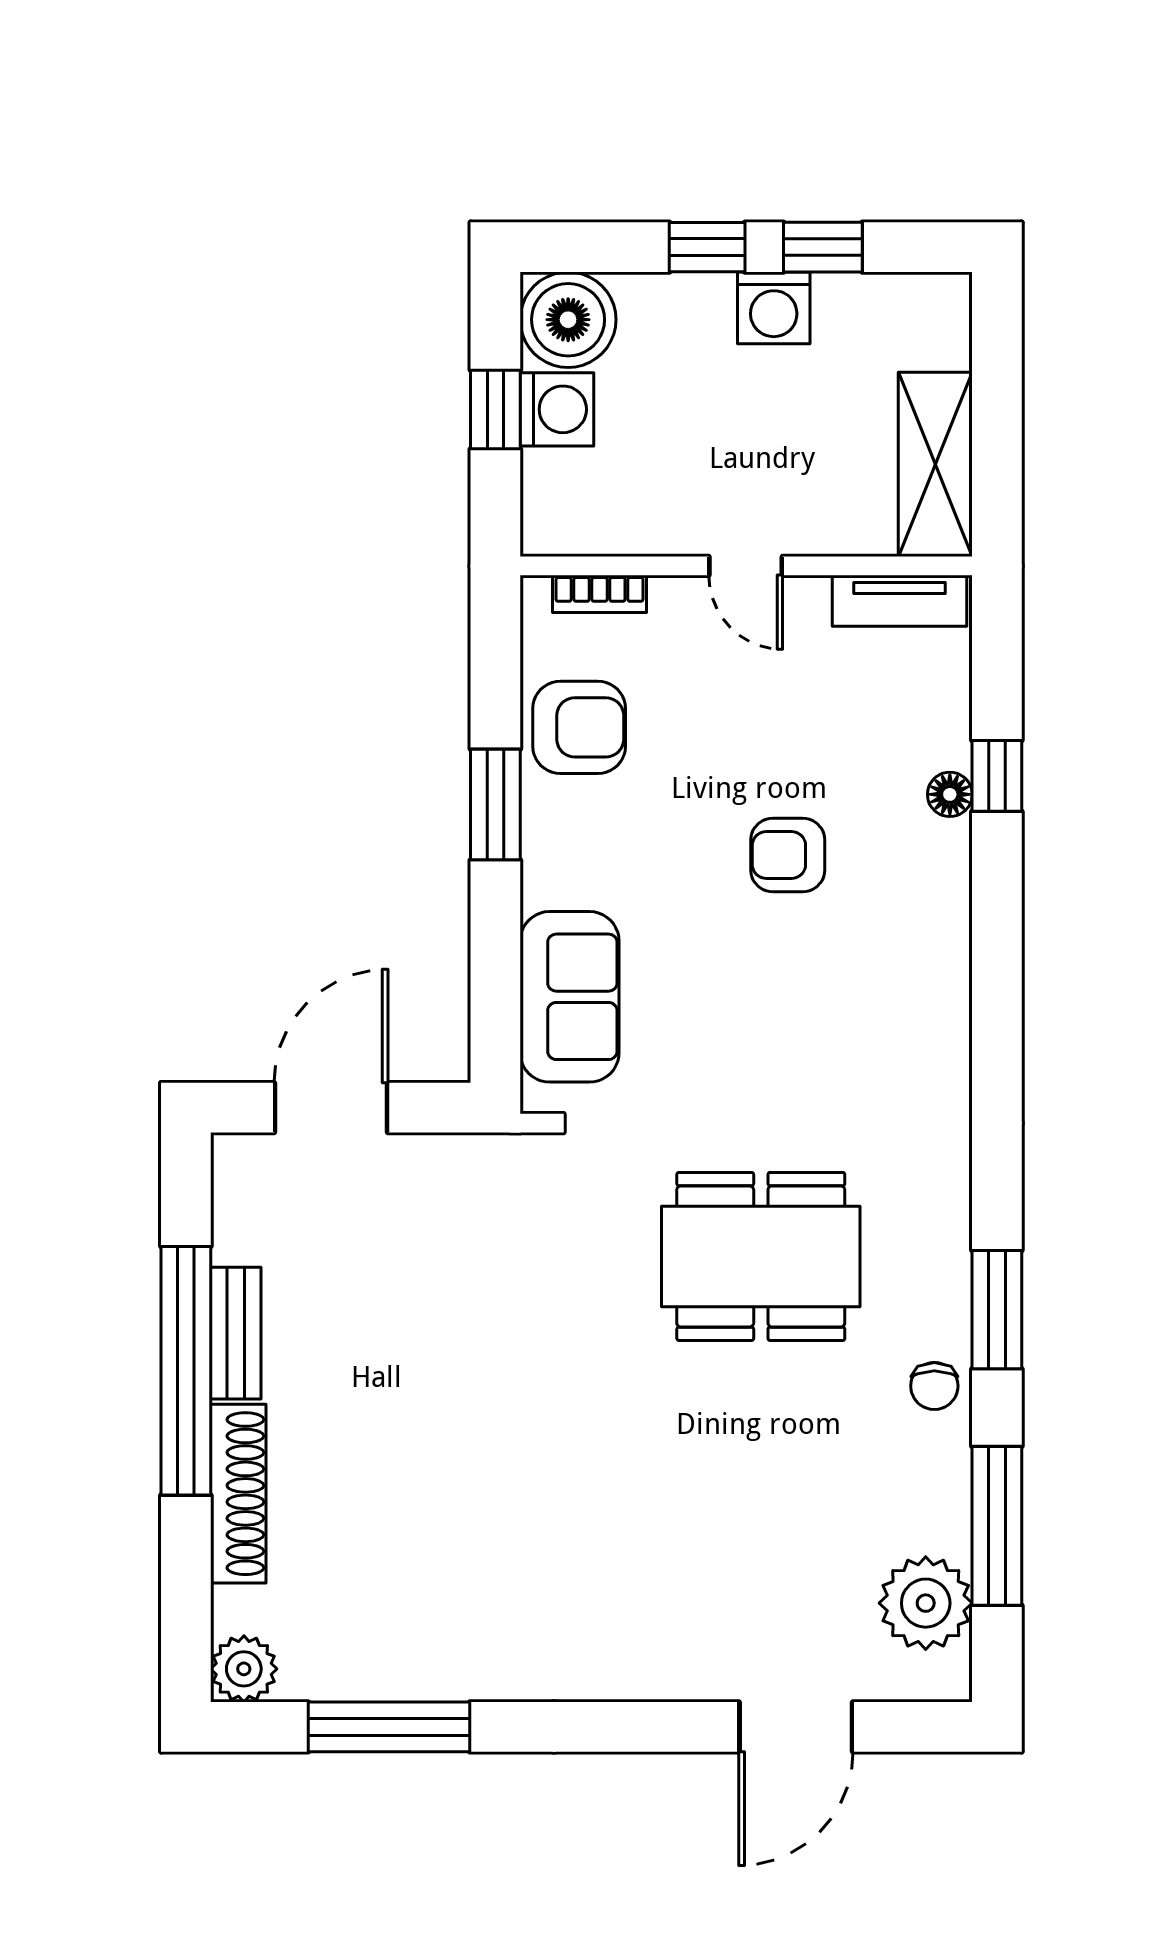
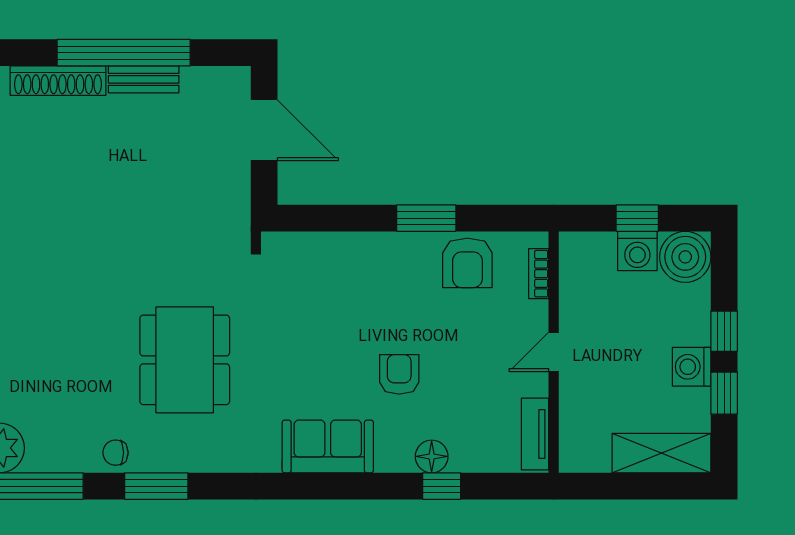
shelving: (935, 464) -> (662, 453), moved
floor lamp: (950, 794) -> (432, 456), width x1.37, depth x1.37
sofa: (570, 997) -> (328, 446), moved, turned 180

